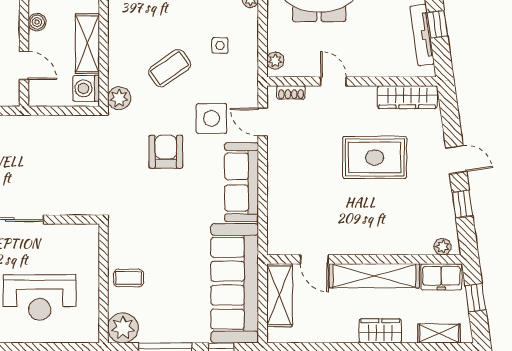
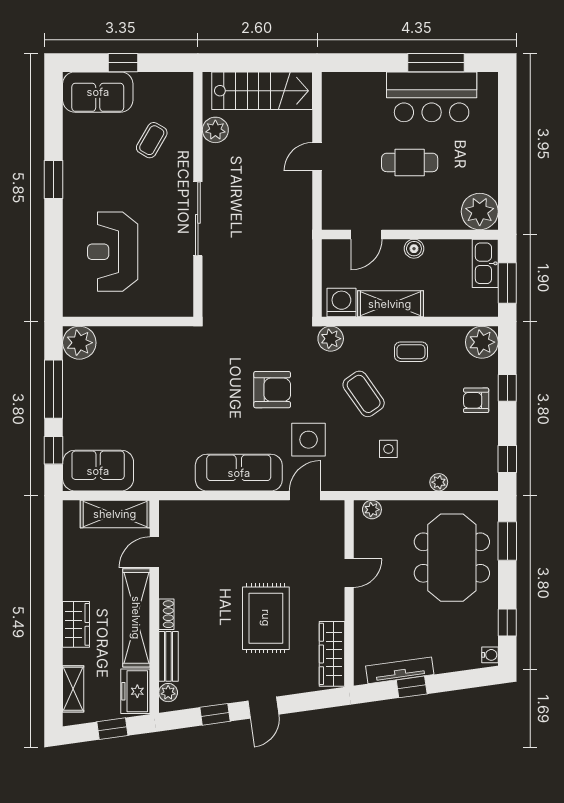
shoe rack: (291, 92) -> (166, 614), moved, turned 180
bench: (409, 246) -> (169, 656), added
coffee table: (129, 278) -> (411, 352), moved, turned 90
sofa: (235, 283) -> (98, 471), width x0.54, depth x0.79

